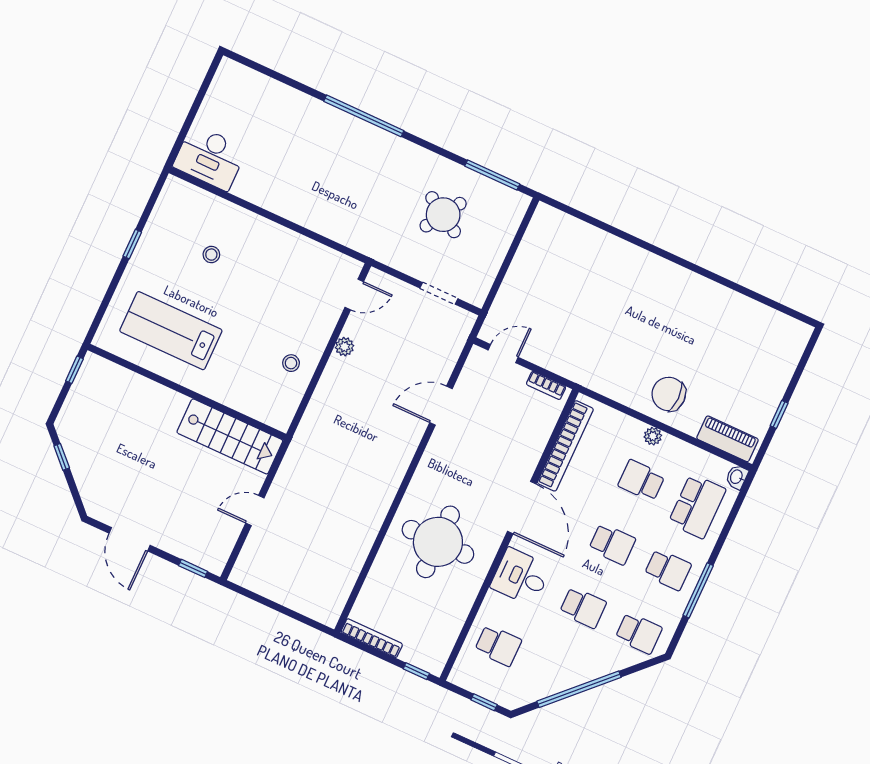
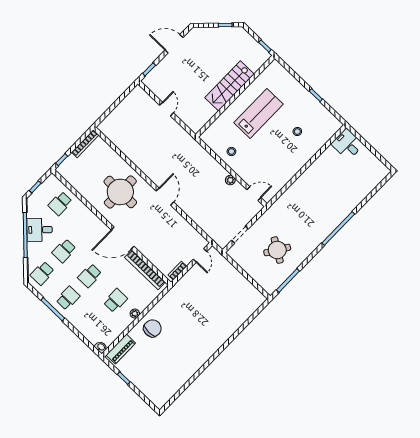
desk: (210, 158) -> (347, 144), width x0.73
door: (354, 294) -> (254, 194), swing flipped
lab bench: (171, 331) -> (259, 113), moved
door: (441, 406) -> (165, 197), moved
stairs: (230, 436) -> (229, 86), moved
school desk: (697, 506) -> (94, 323), removed
school desk: (668, 570) -> (68, 298), turned 180
desk: (521, 577) -> (40, 230), moved, turned -135

